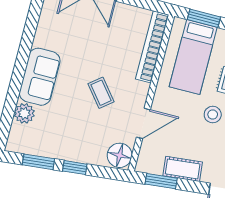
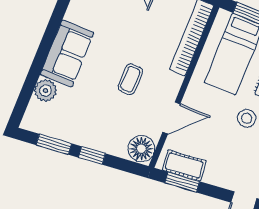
coffee table: (101, 93) -> (130, 79), turned 39
cot: (183, 169) -> (184, 165), moved

